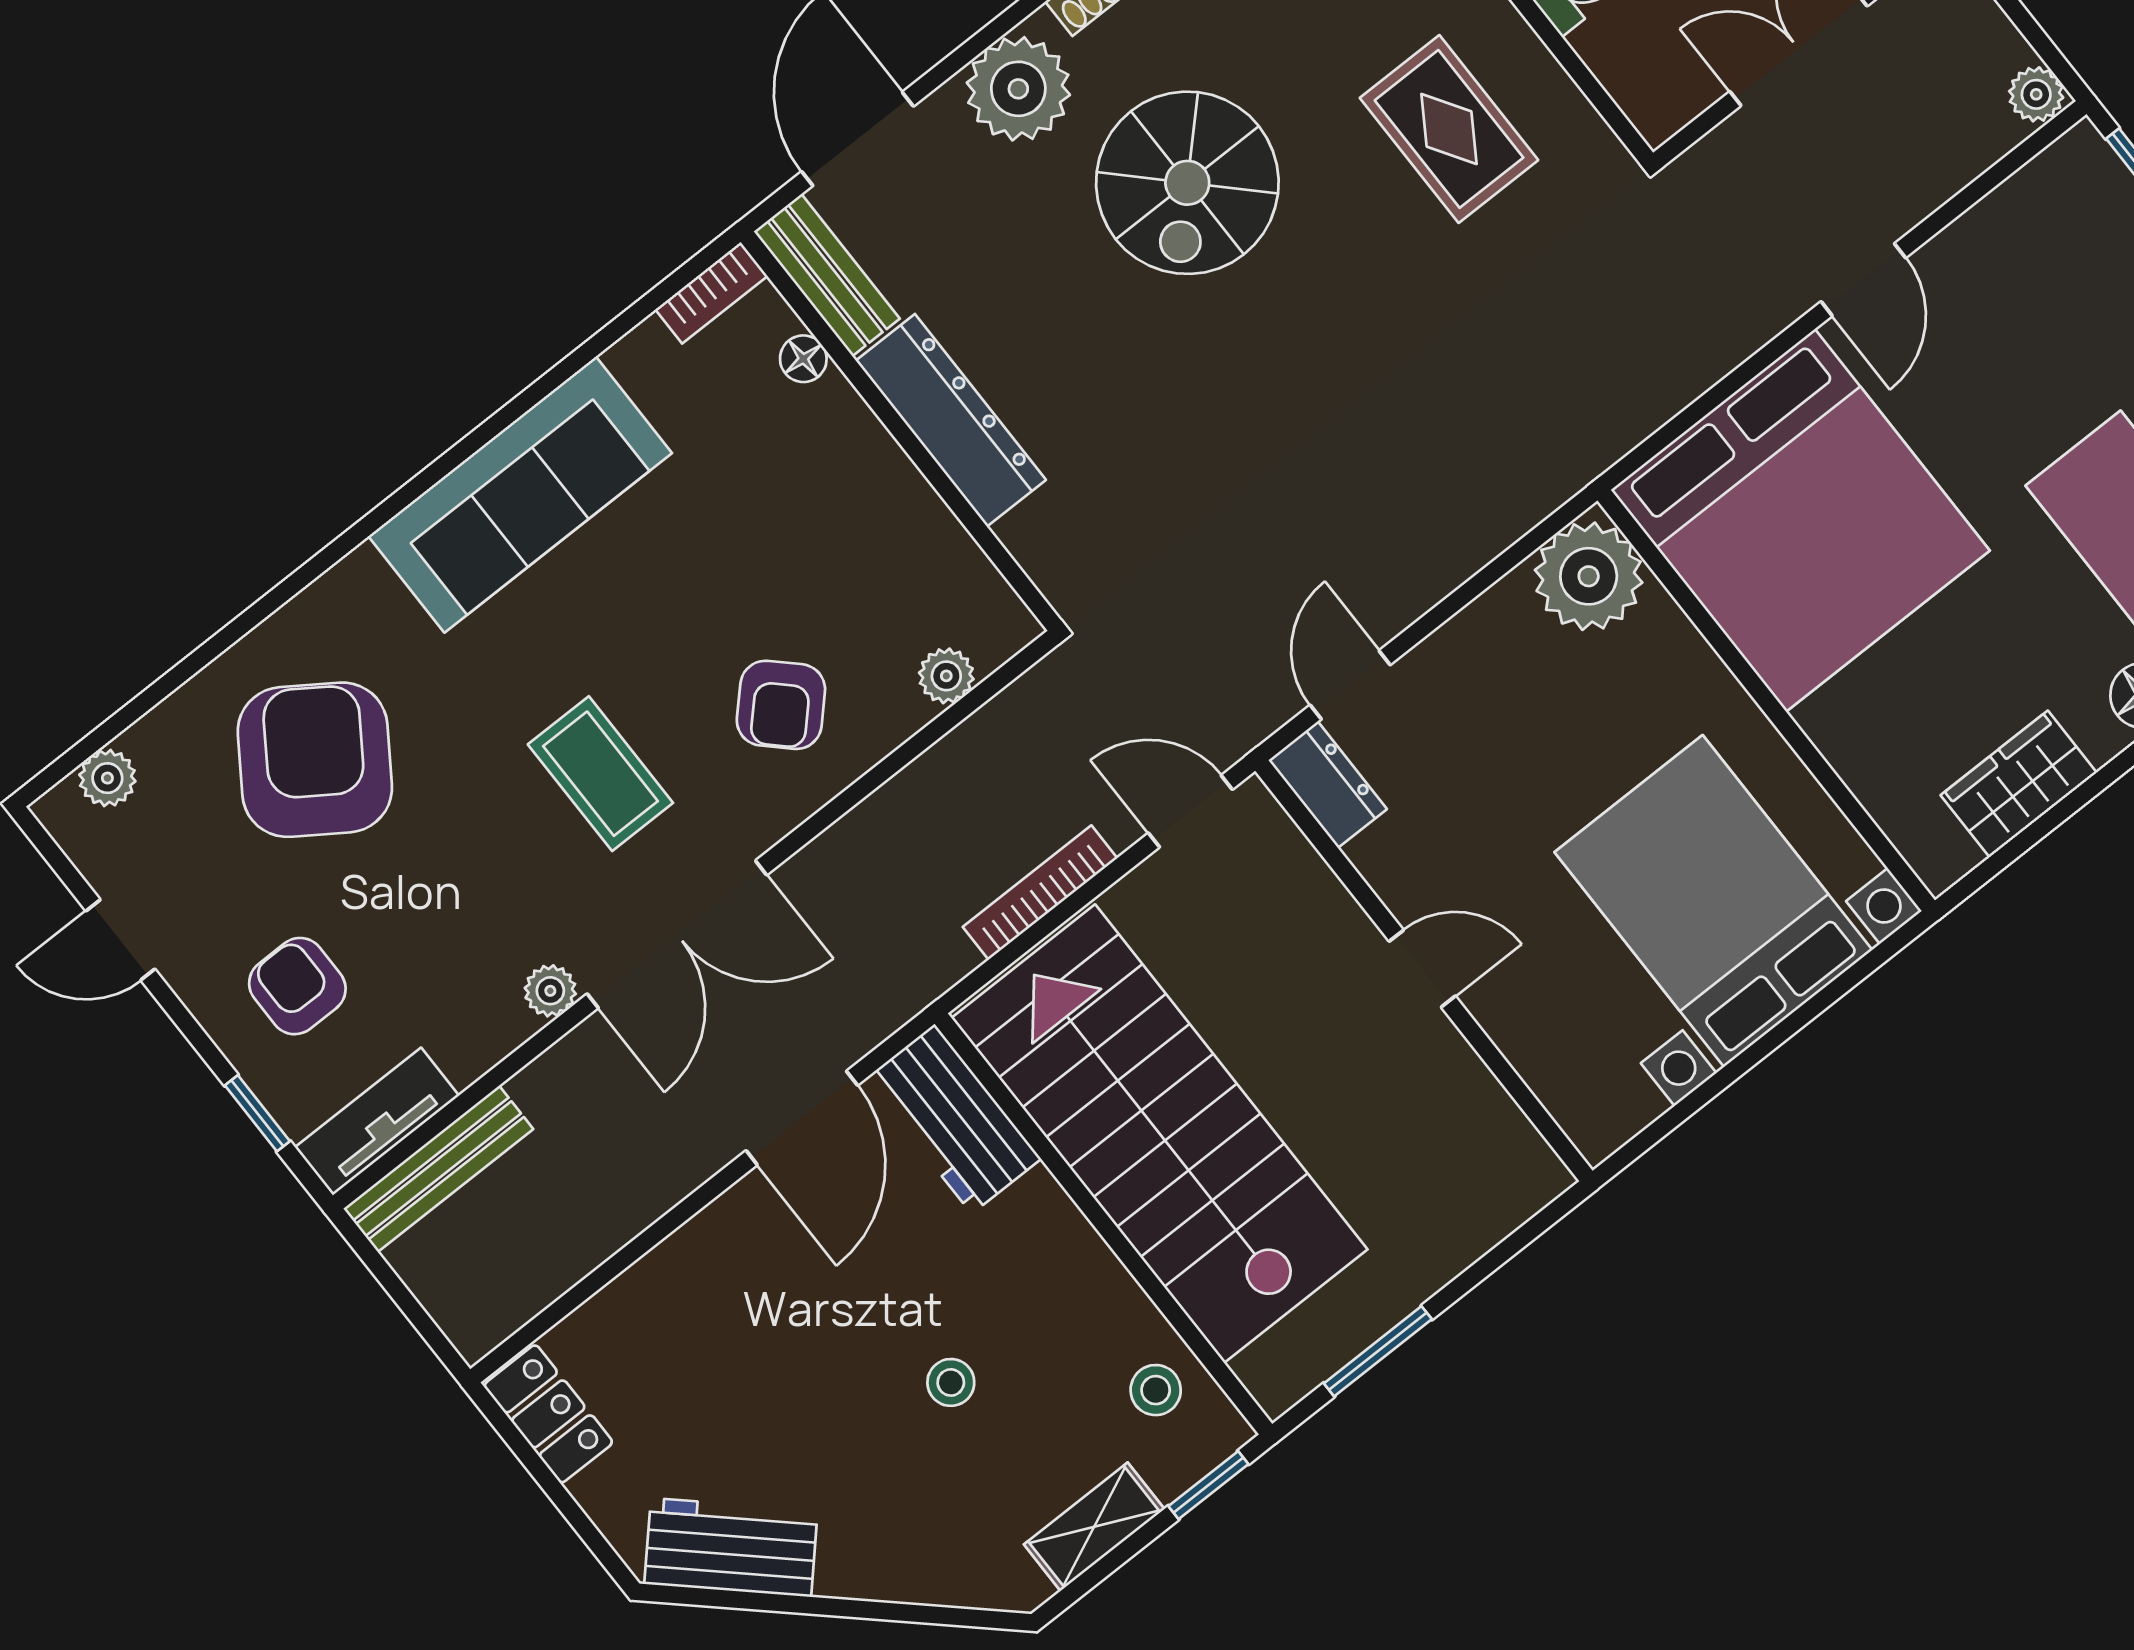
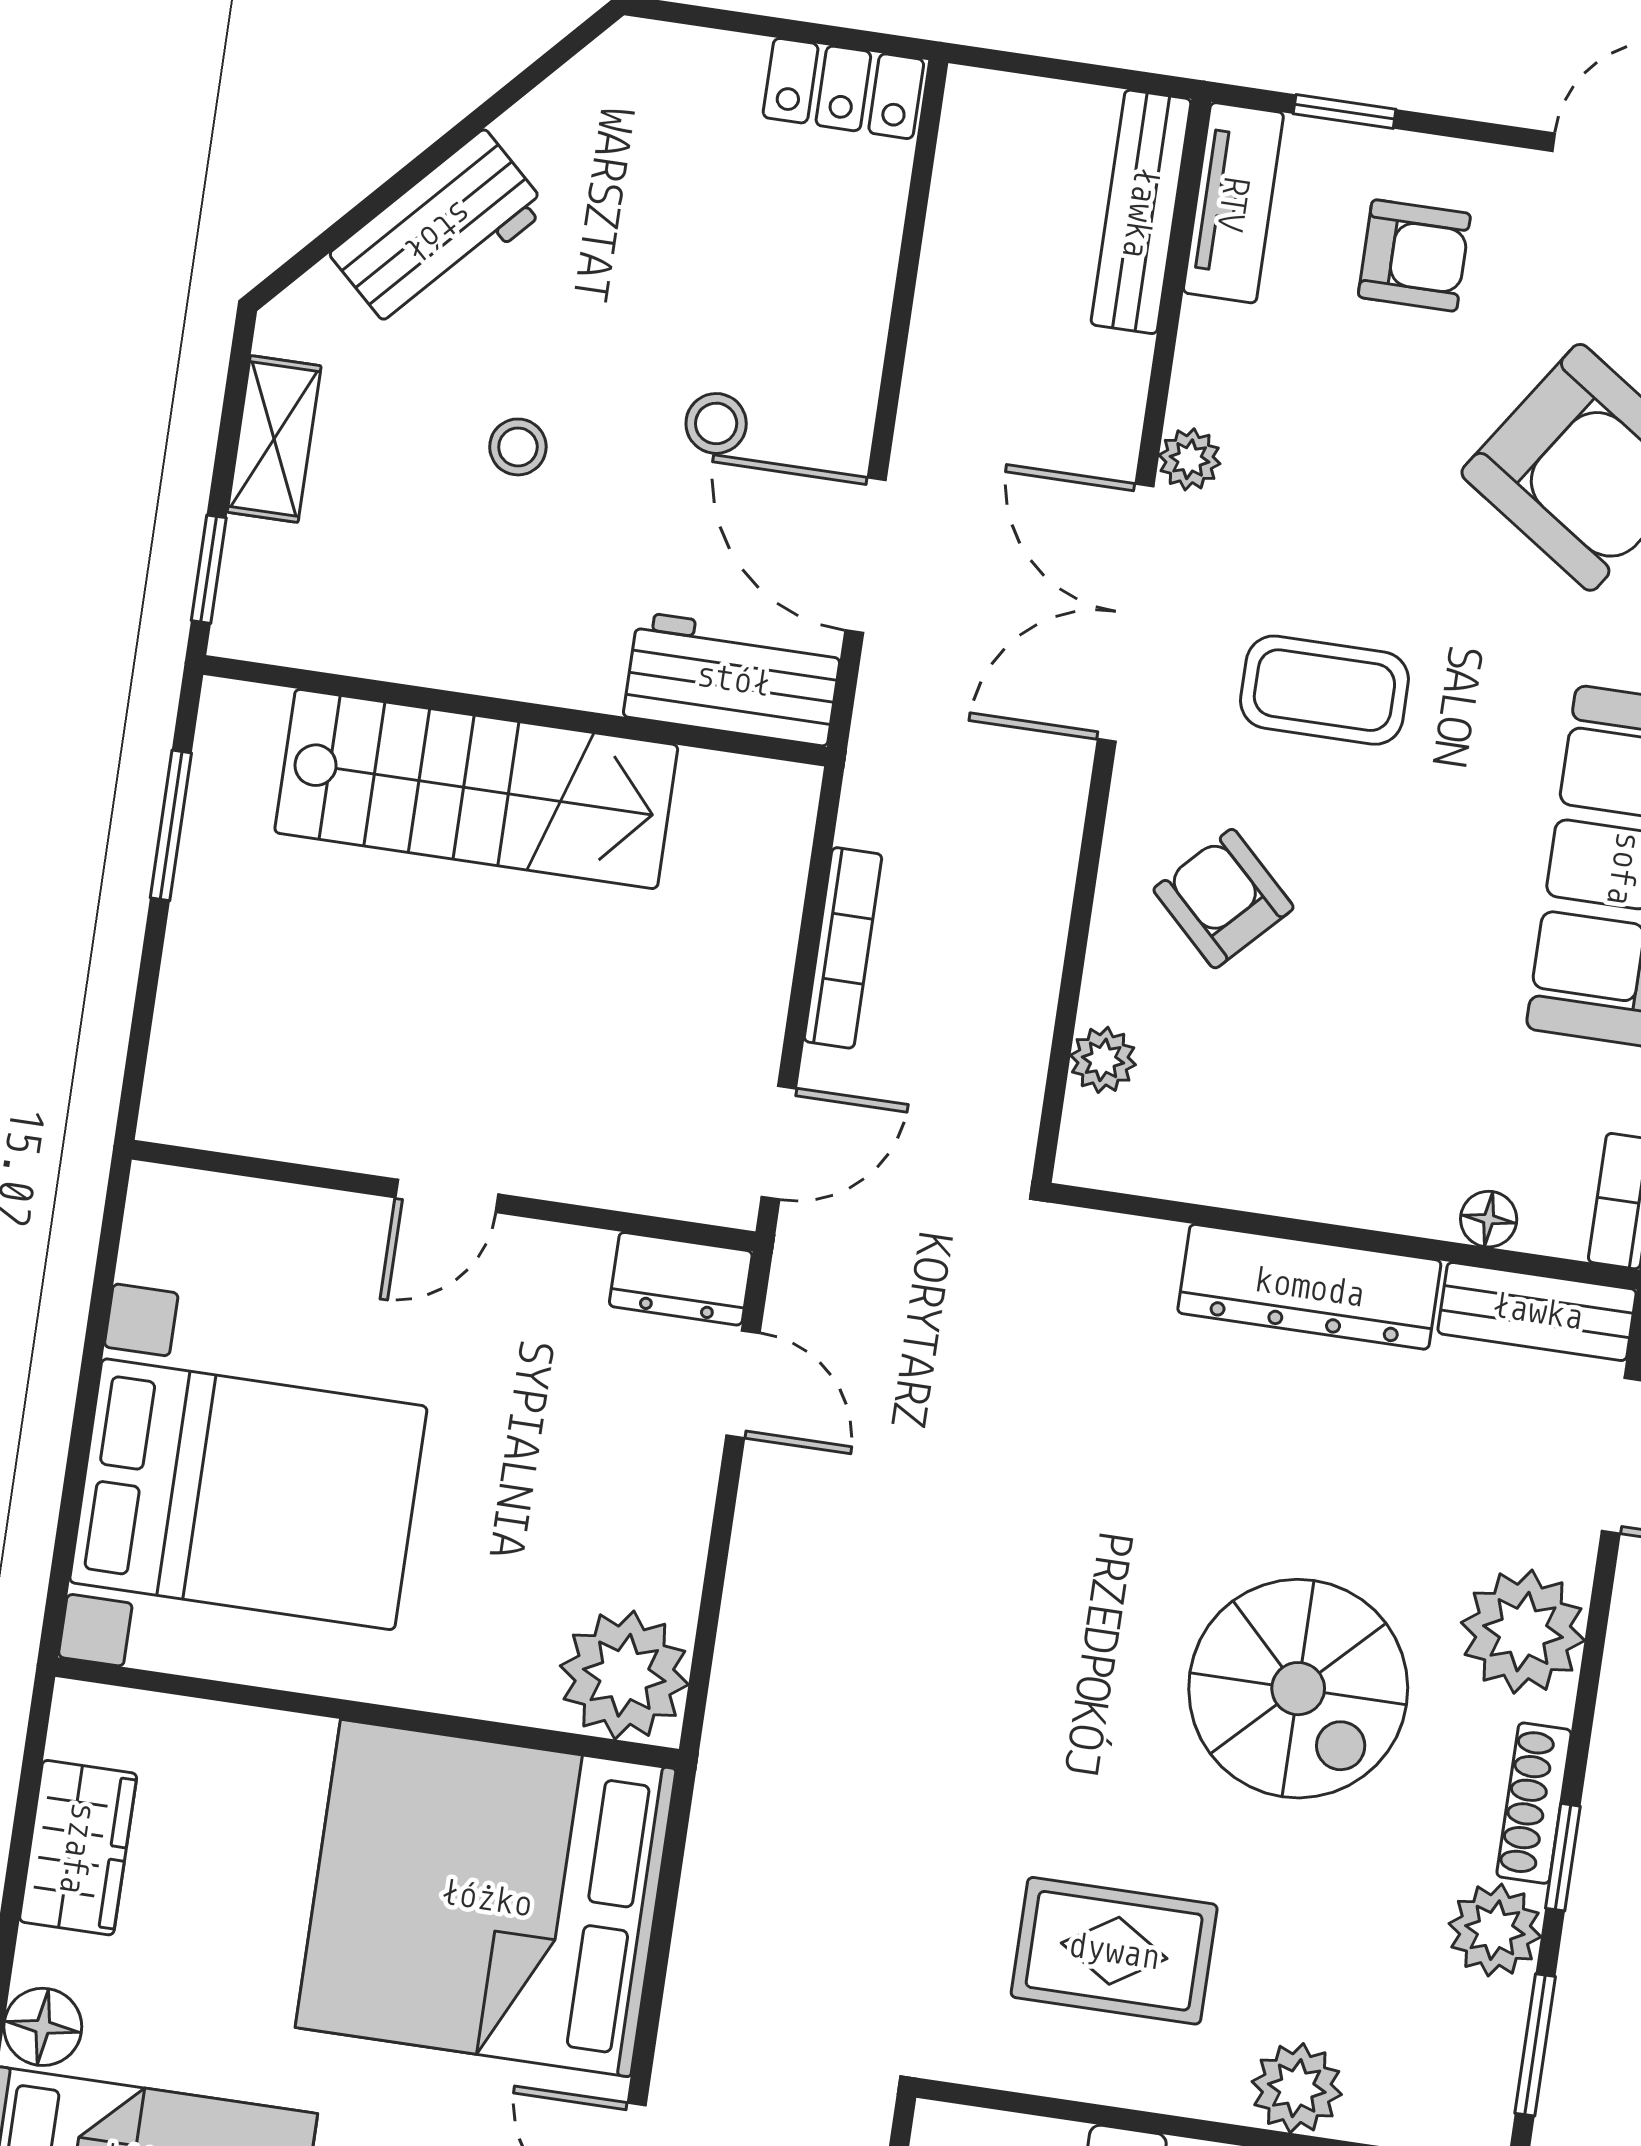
spiral stairs: (1187, 183) -> (1298, 1689), turned 180
stairs: (1159, 1134) -> (476, 789), width x0.73, depth x0.66
stool: (1156, 1390) -> (716, 423), moved
workbench: (731, 1547) -> (439, 231), moved

